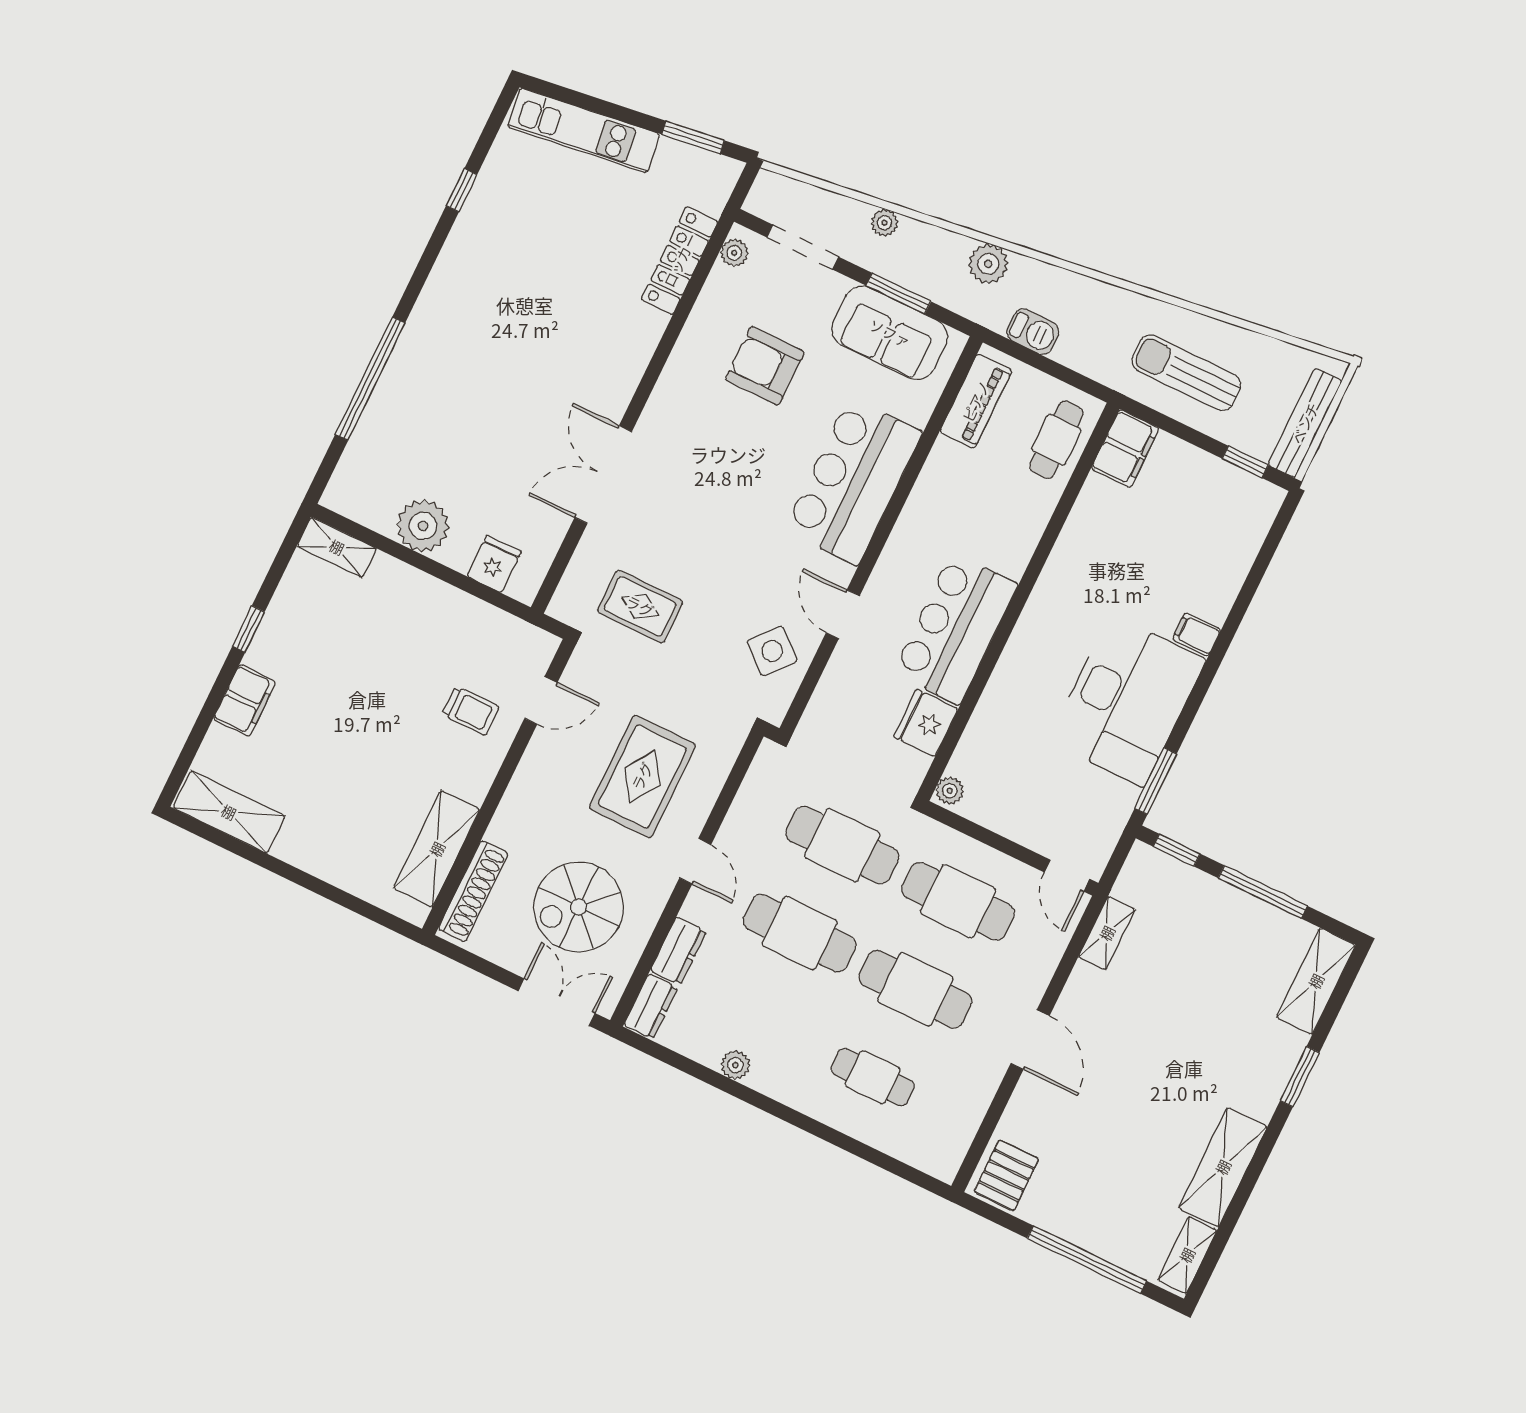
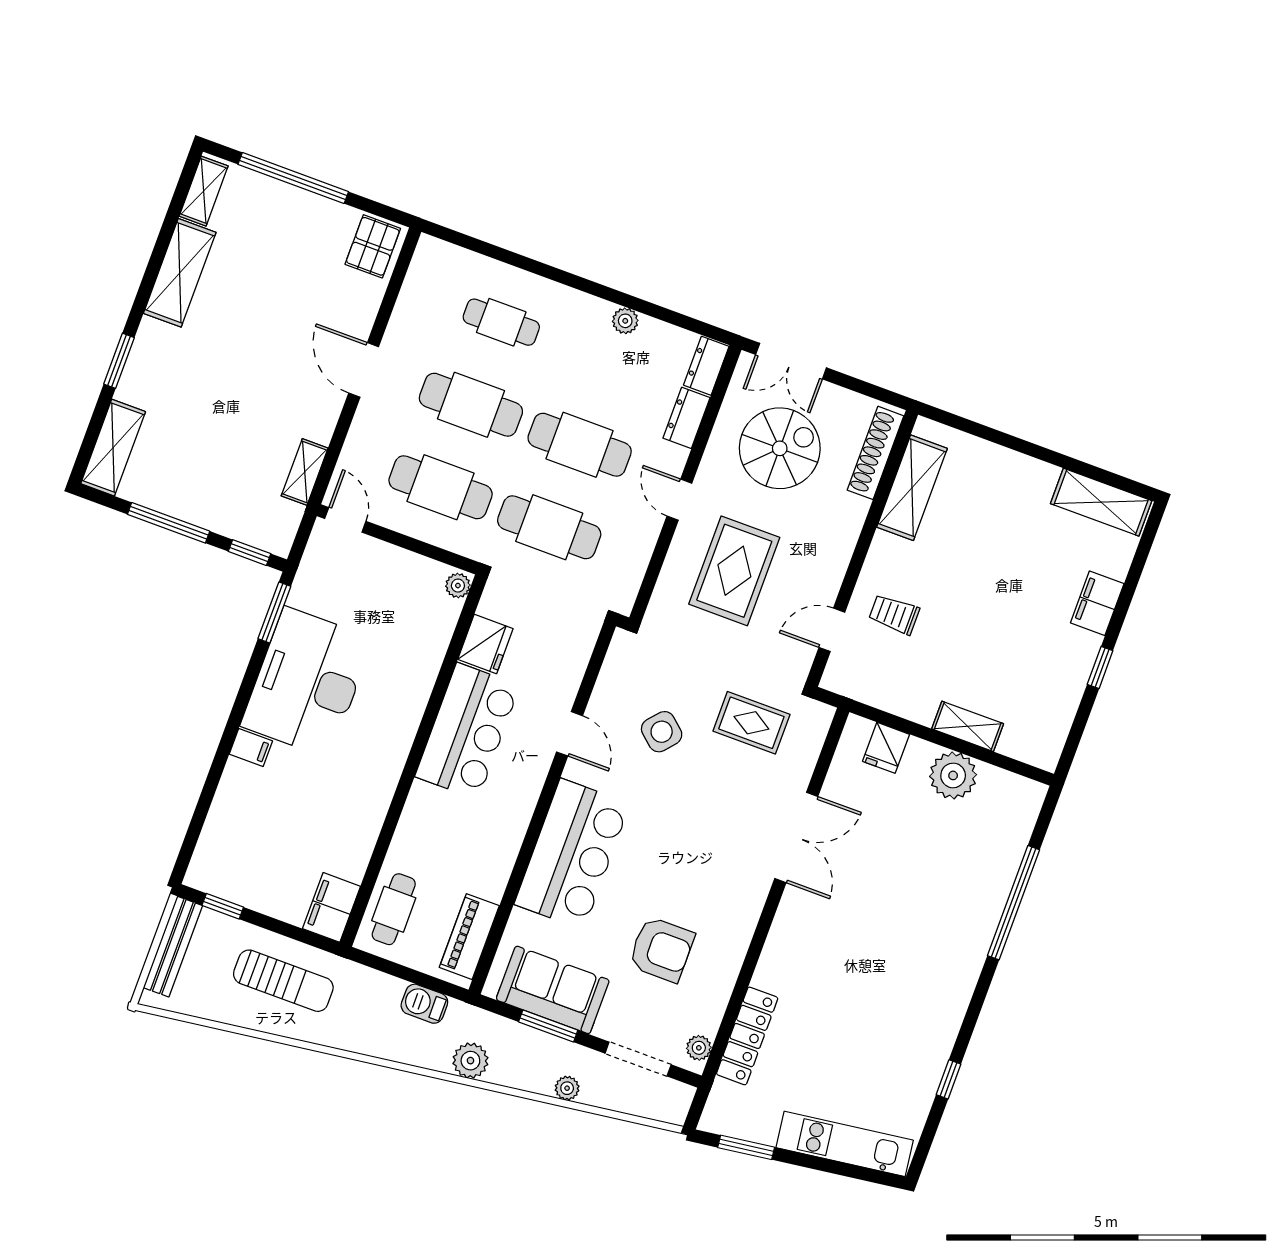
shelving: (337, 547) -> (968, 726), moved
side table: (772, 651) -> (662, 732), moved

